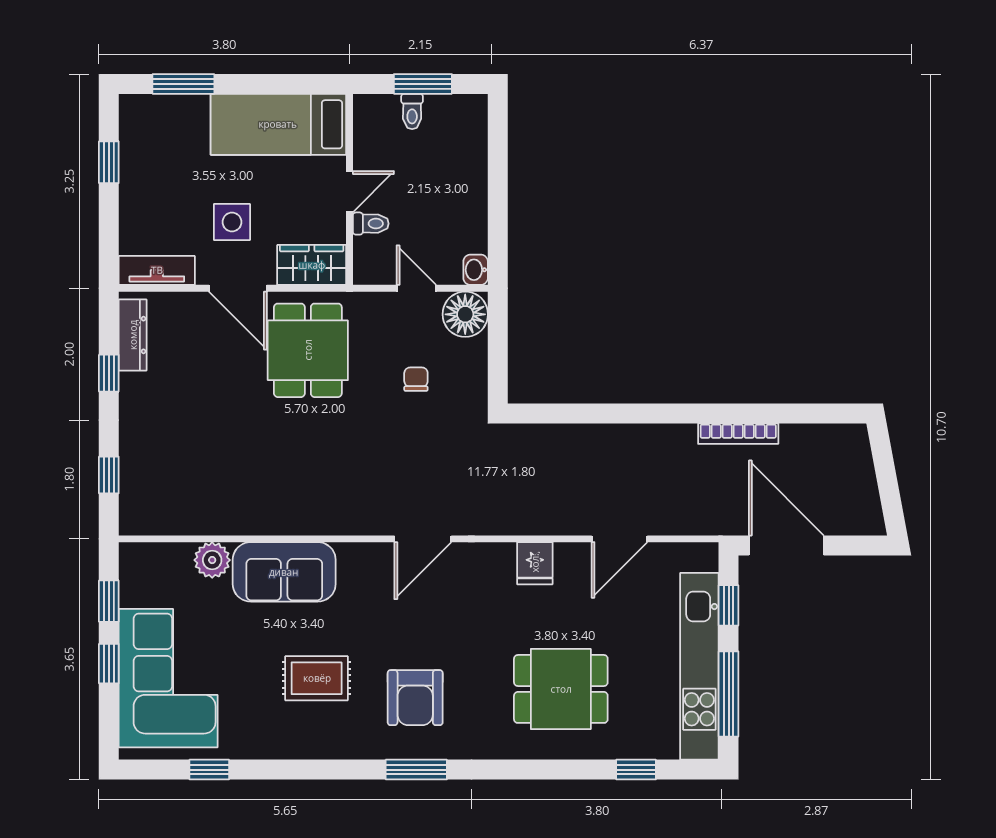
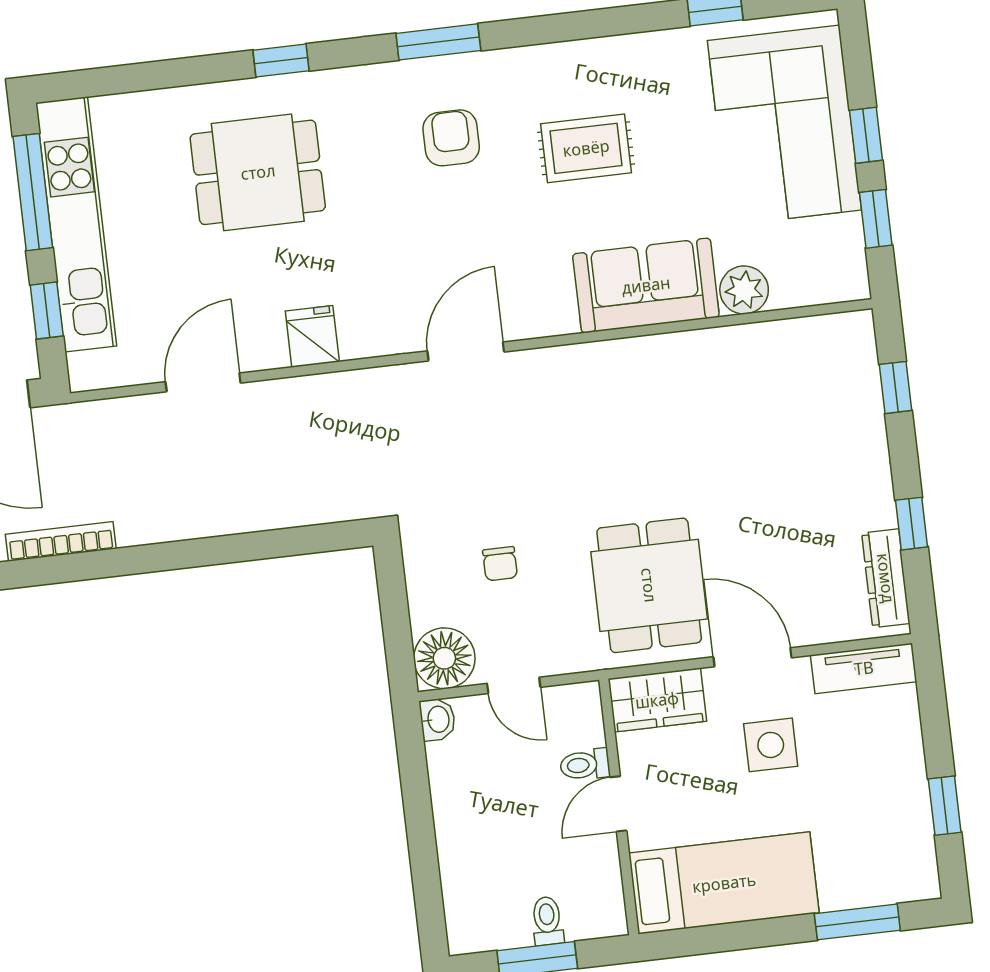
armchair: (415, 698) -> (451, 138), width x0.72, depth x0.72
window: (636, 770) -> (281, 60), moved

